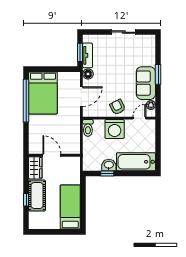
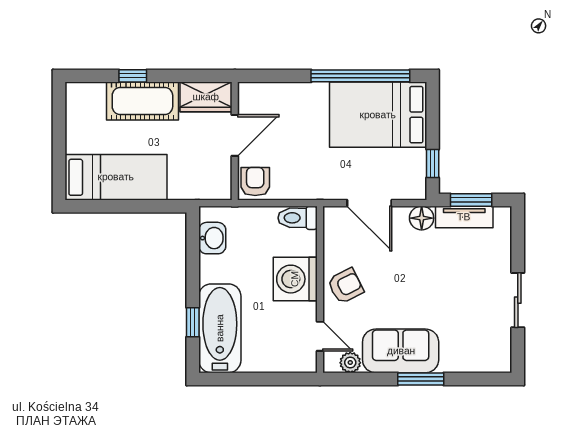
window: (64, 69) -> (433, 163), added
armchair: (72, 146) -> (255, 182), added
washbasin: (109, 165) -> (212, 238), moved
window: (107, 174) -> (193, 322), moved

